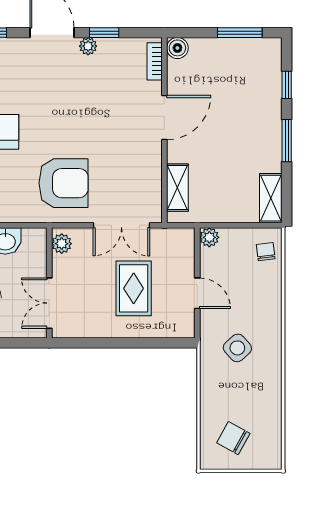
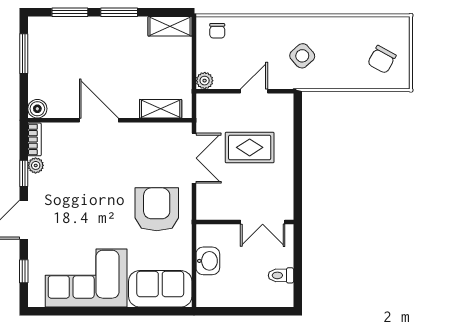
plant: (88, 46) -> (36, 165), moved
bookcase: (155, 61) -> (35, 139), moved, turned -90
window: (287, 85) -> (70, 12), width x1.50
plant: (62, 244) -> (210, 211), removed
chair: (266, 252) -> (217, 31), turned -83

